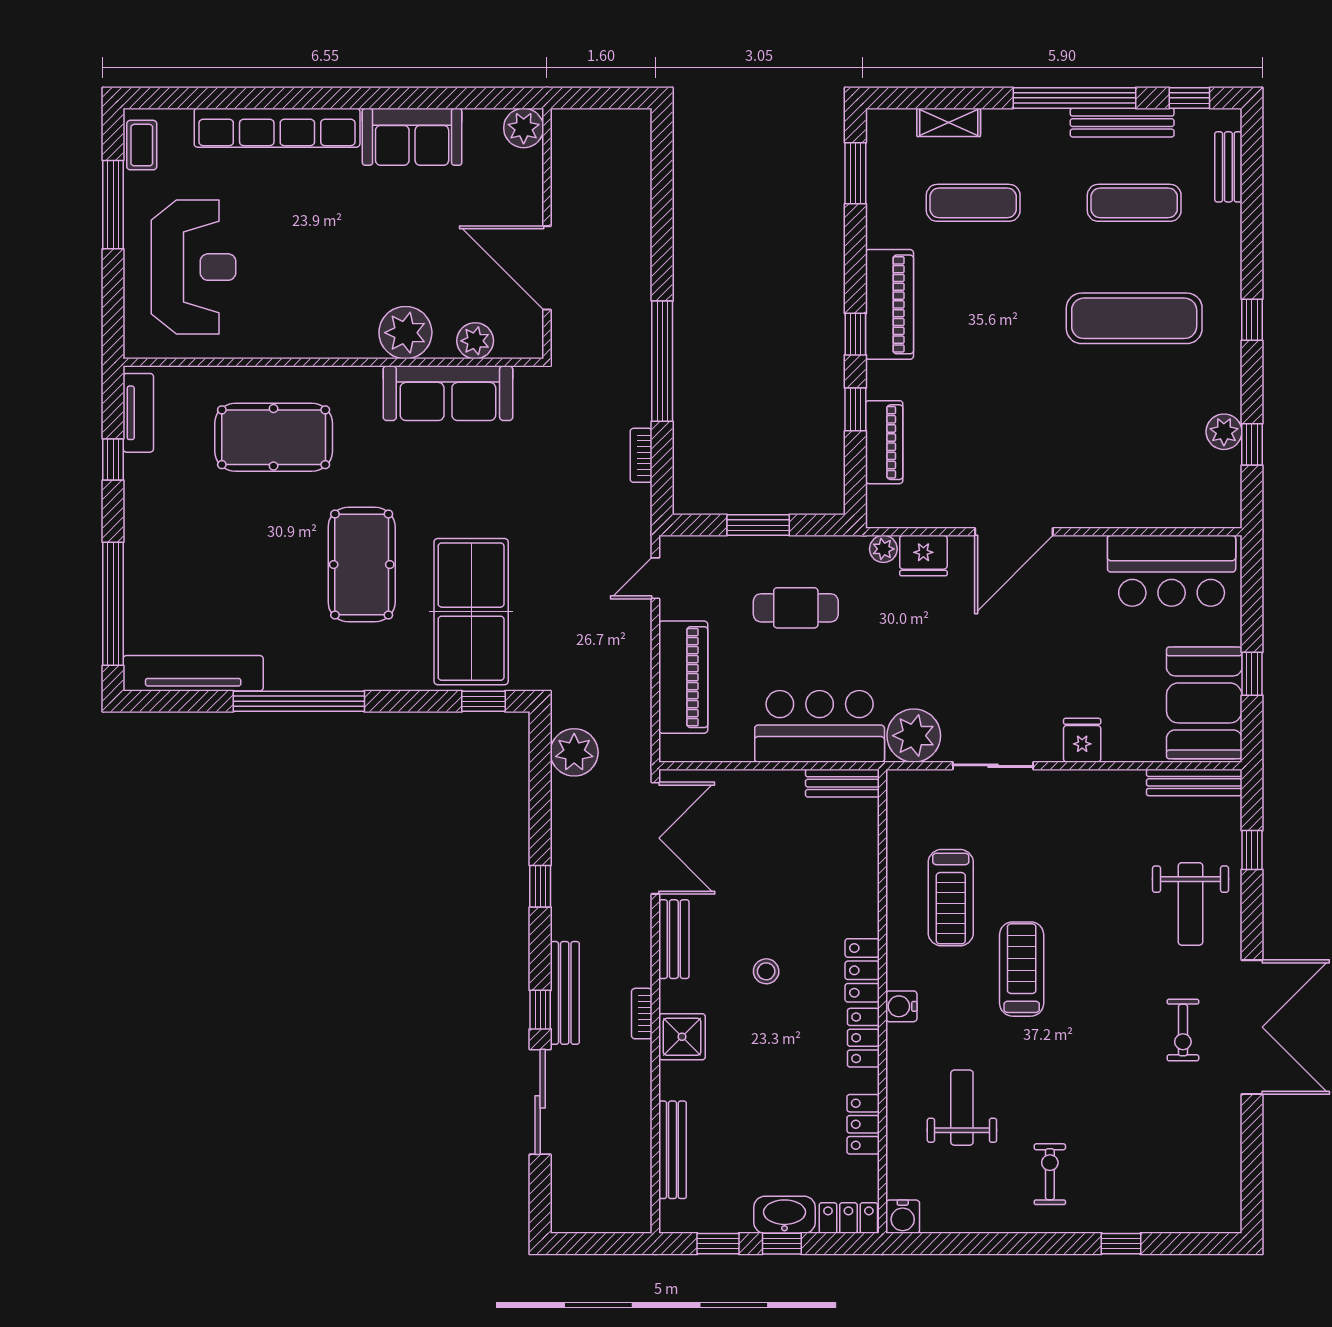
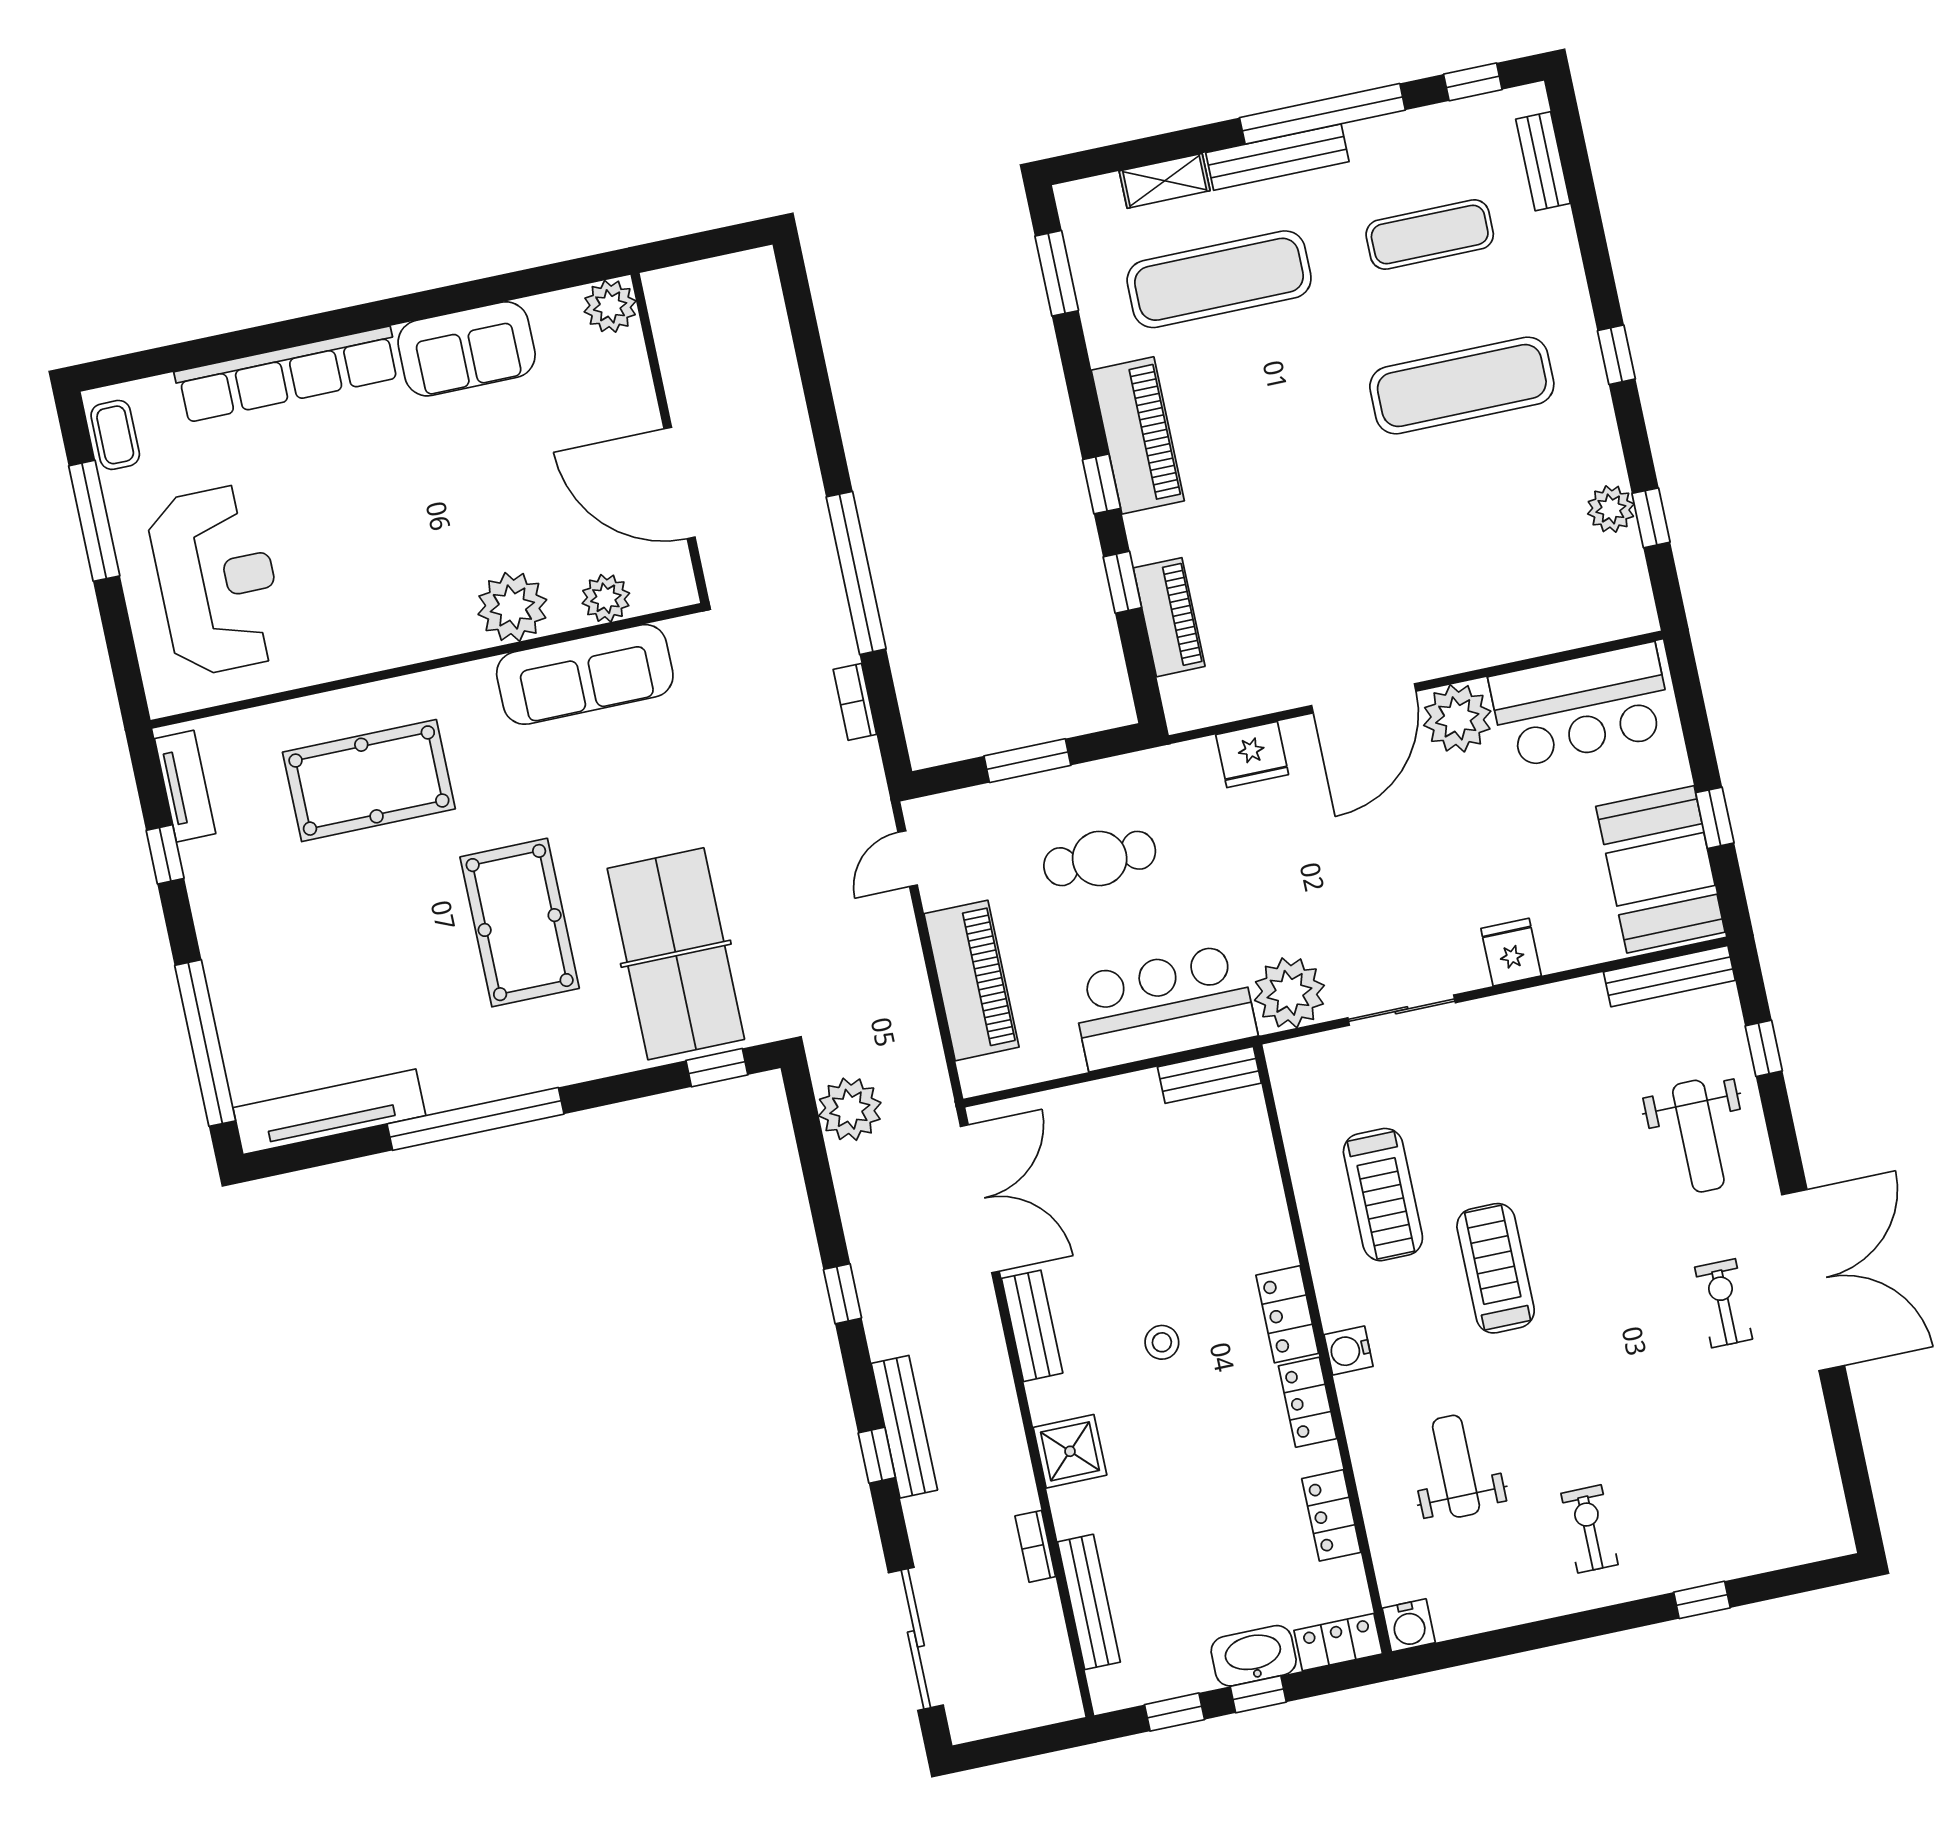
bench: (1122, 123) -> (1277, 157), moved
exercise mat: (973, 203) -> (1219, 279), width x1.36, depth x1.45
plant: (883, 549) -> (1457, 718), moved, width x1.87, depth x1.87
bookcase: (642, 1014) -> (1035, 1546), moved
exercise bike: (1183, 1030) -> (1724, 1303), turned 180
sliding door: (540, 1102) -> (916, 1639), moved

